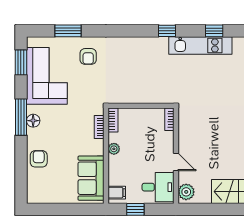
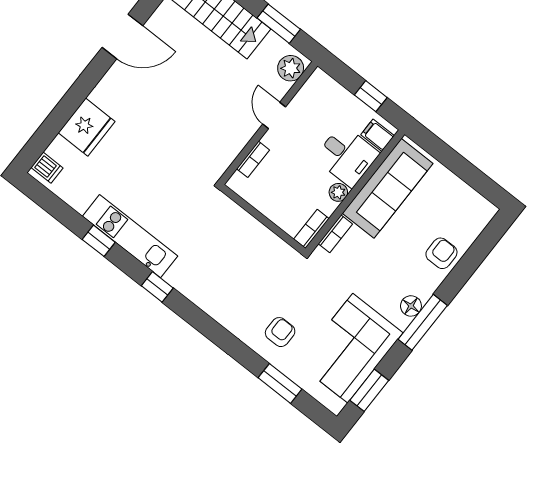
bookcase: (169, 119) -> (253, 159), moved
armchair: (39, 159) -> (441, 253), turned 180
sofa: (91, 178) -> (388, 188), width x1.36
desk: (158, 187) -> (347, 156), moved, turned 180
window: (210, 209) -> (279, 24), added

